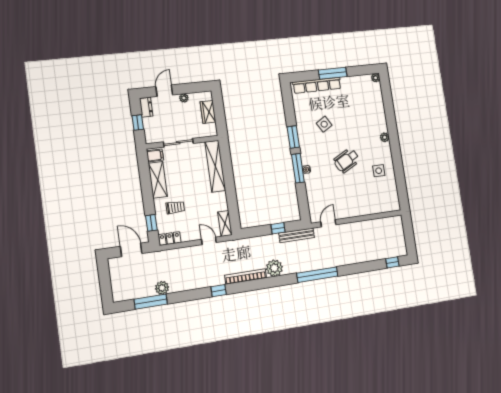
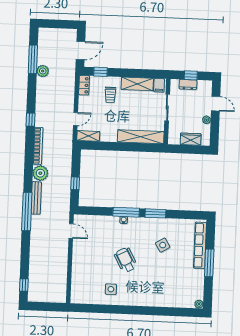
dresser: (146, 107) -> (188, 84), moved
plant: (385, 137) -> (141, 302), removed
bench: (297, 235) -> (36, 198), moved

